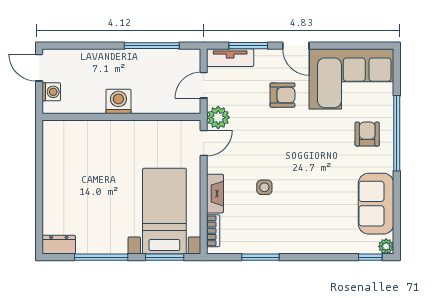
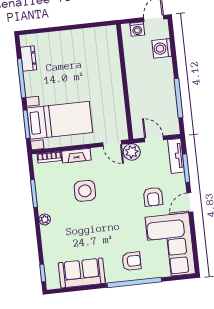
washing machine: (118, 101) -> (162, 48), moved, turned 180
side table: (264, 187) -> (85, 191), width x1.87, depth x1.87
dresser: (59, 245) -> (28, 59), moved
plant: (386, 246) -> (45, 219), moved

